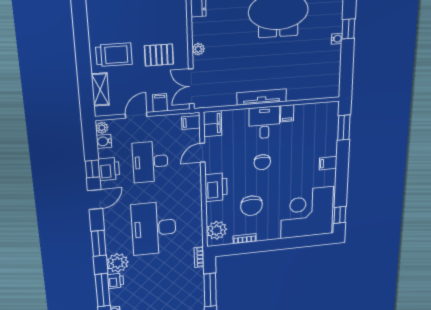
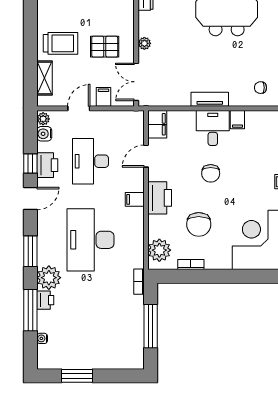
chair: (309, 83) -> (260, 88), added
tv unit: (262, 97) -> (210, 99), width x0.71
filing cabinet: (191, 122) -> (135, 199), moved

